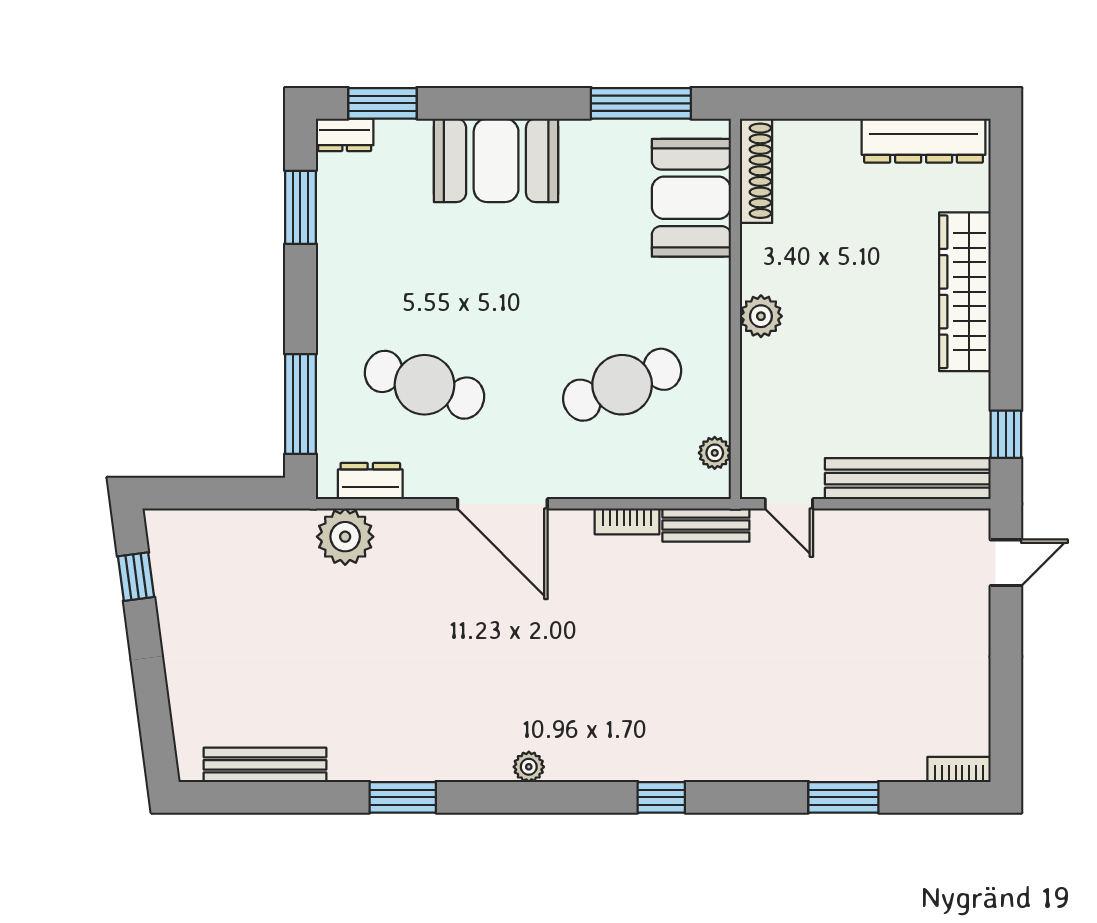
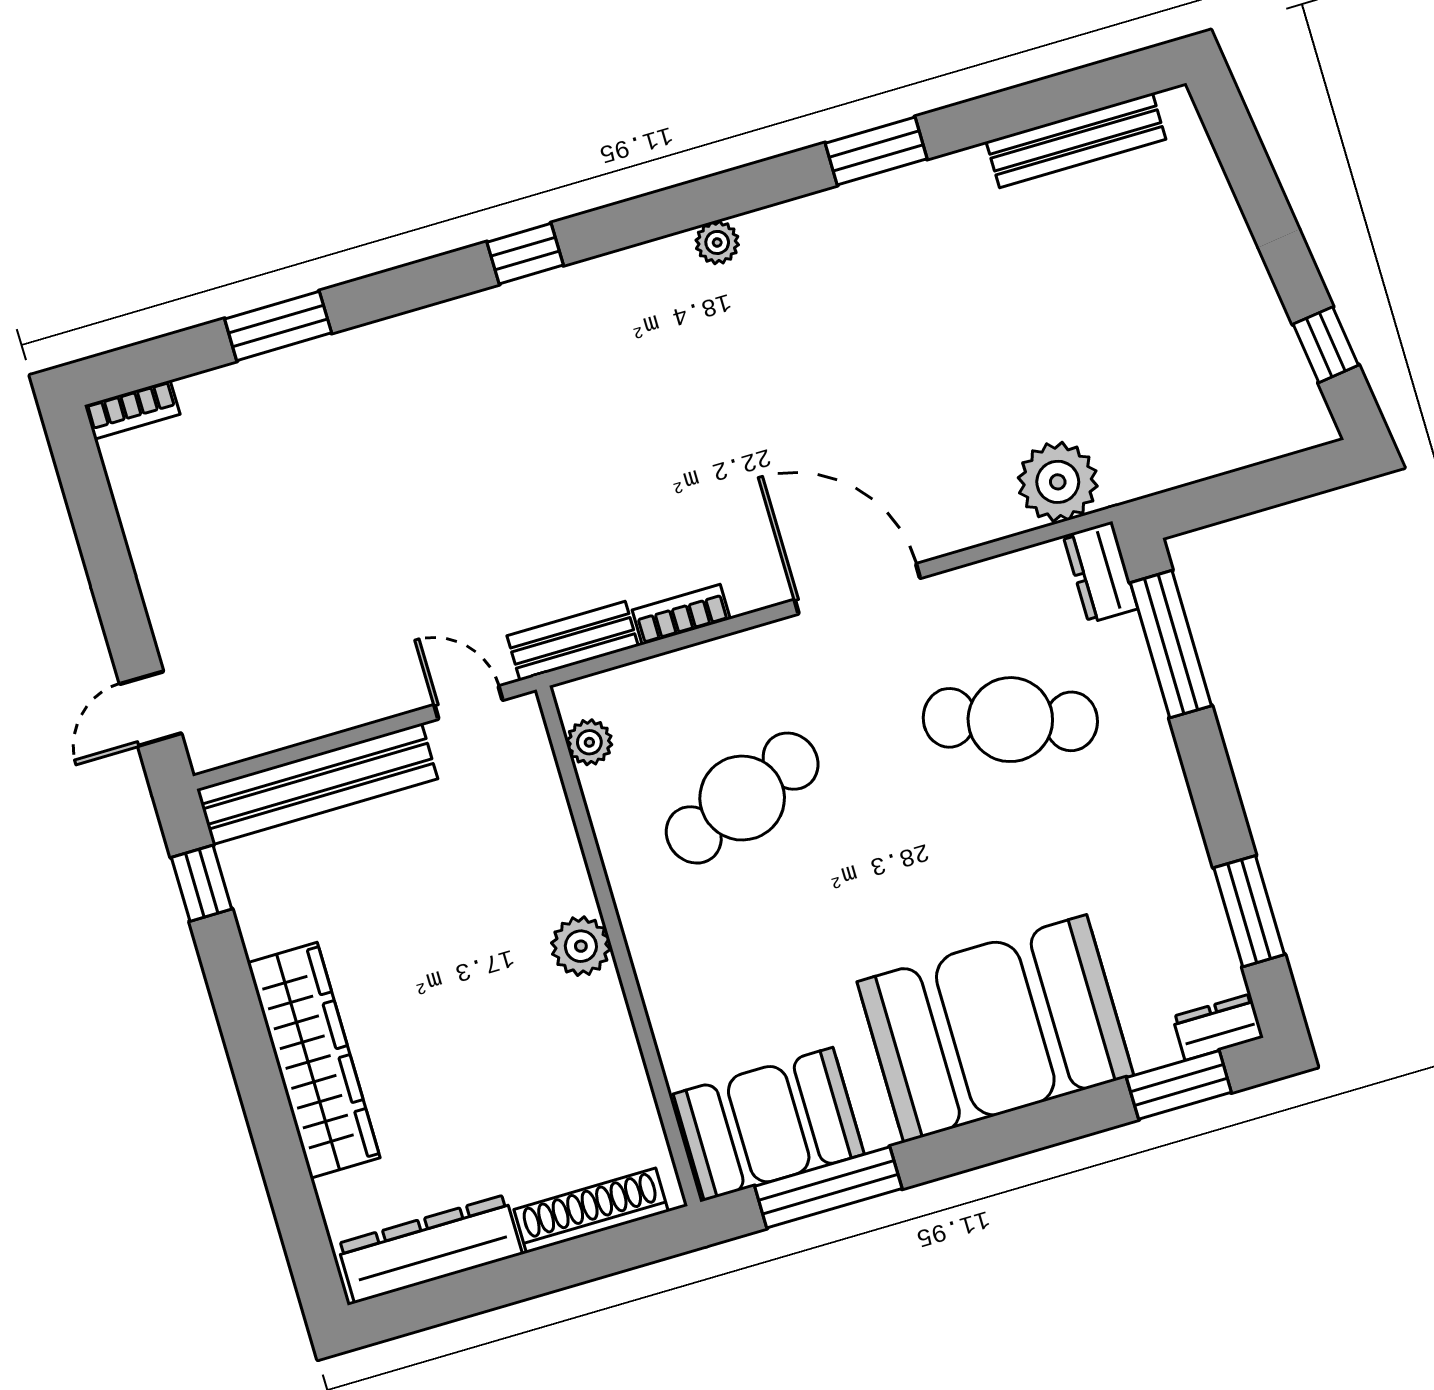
booth: (496, 160) -> (995, 1029), width x1.36, depth x1.42
shoe rack: (756, 171) -> (591, 1210), moved, turned 90
booth: (691, 198) -> (769, 1124), moved, turned 90
dresser: (370, 481) -> (1101, 572), moved, turned 90

